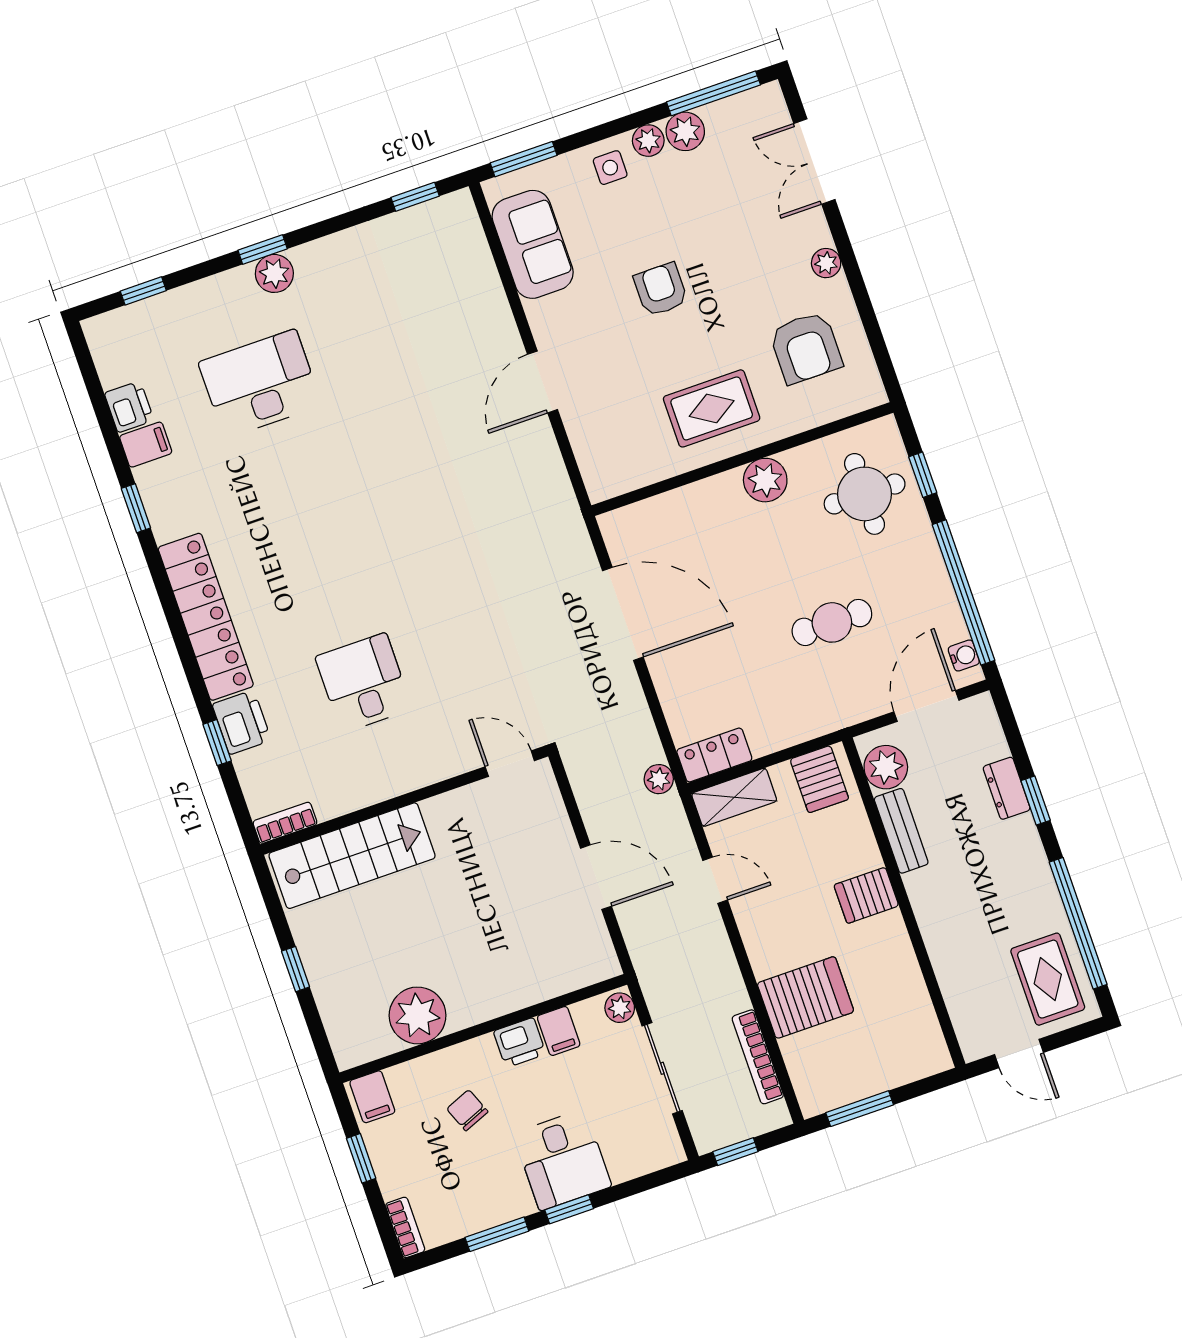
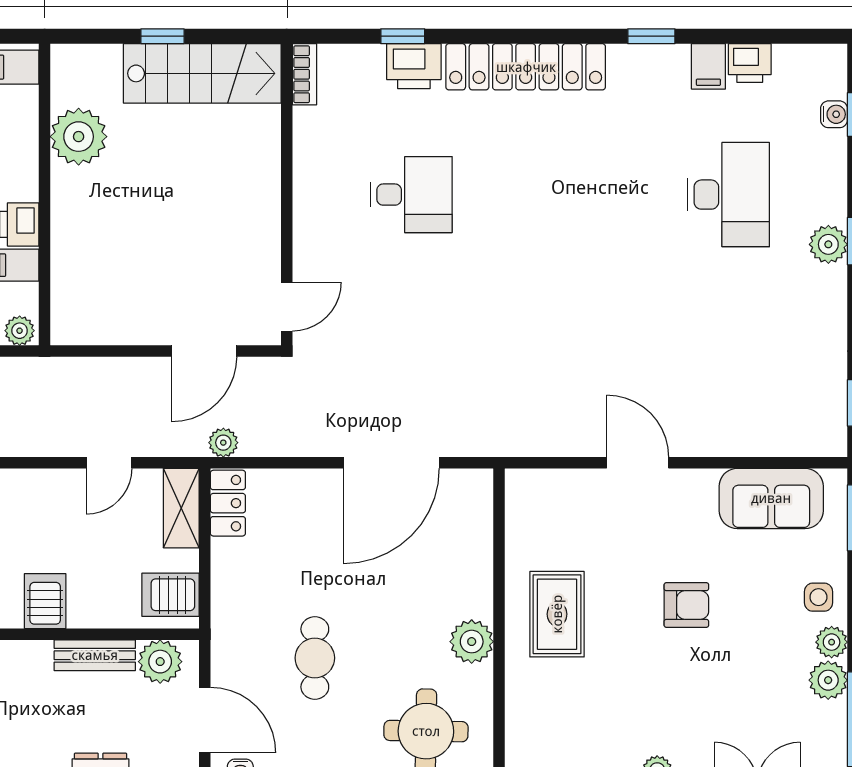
water cooler: (150, 311) -> (834, 114), added
armchair: (806, 348) -> (584, 723), removed
stairs: (352, 856) -> (202, 73), moved, turned -90
door: (596, 877) -> (204, 351), moved

